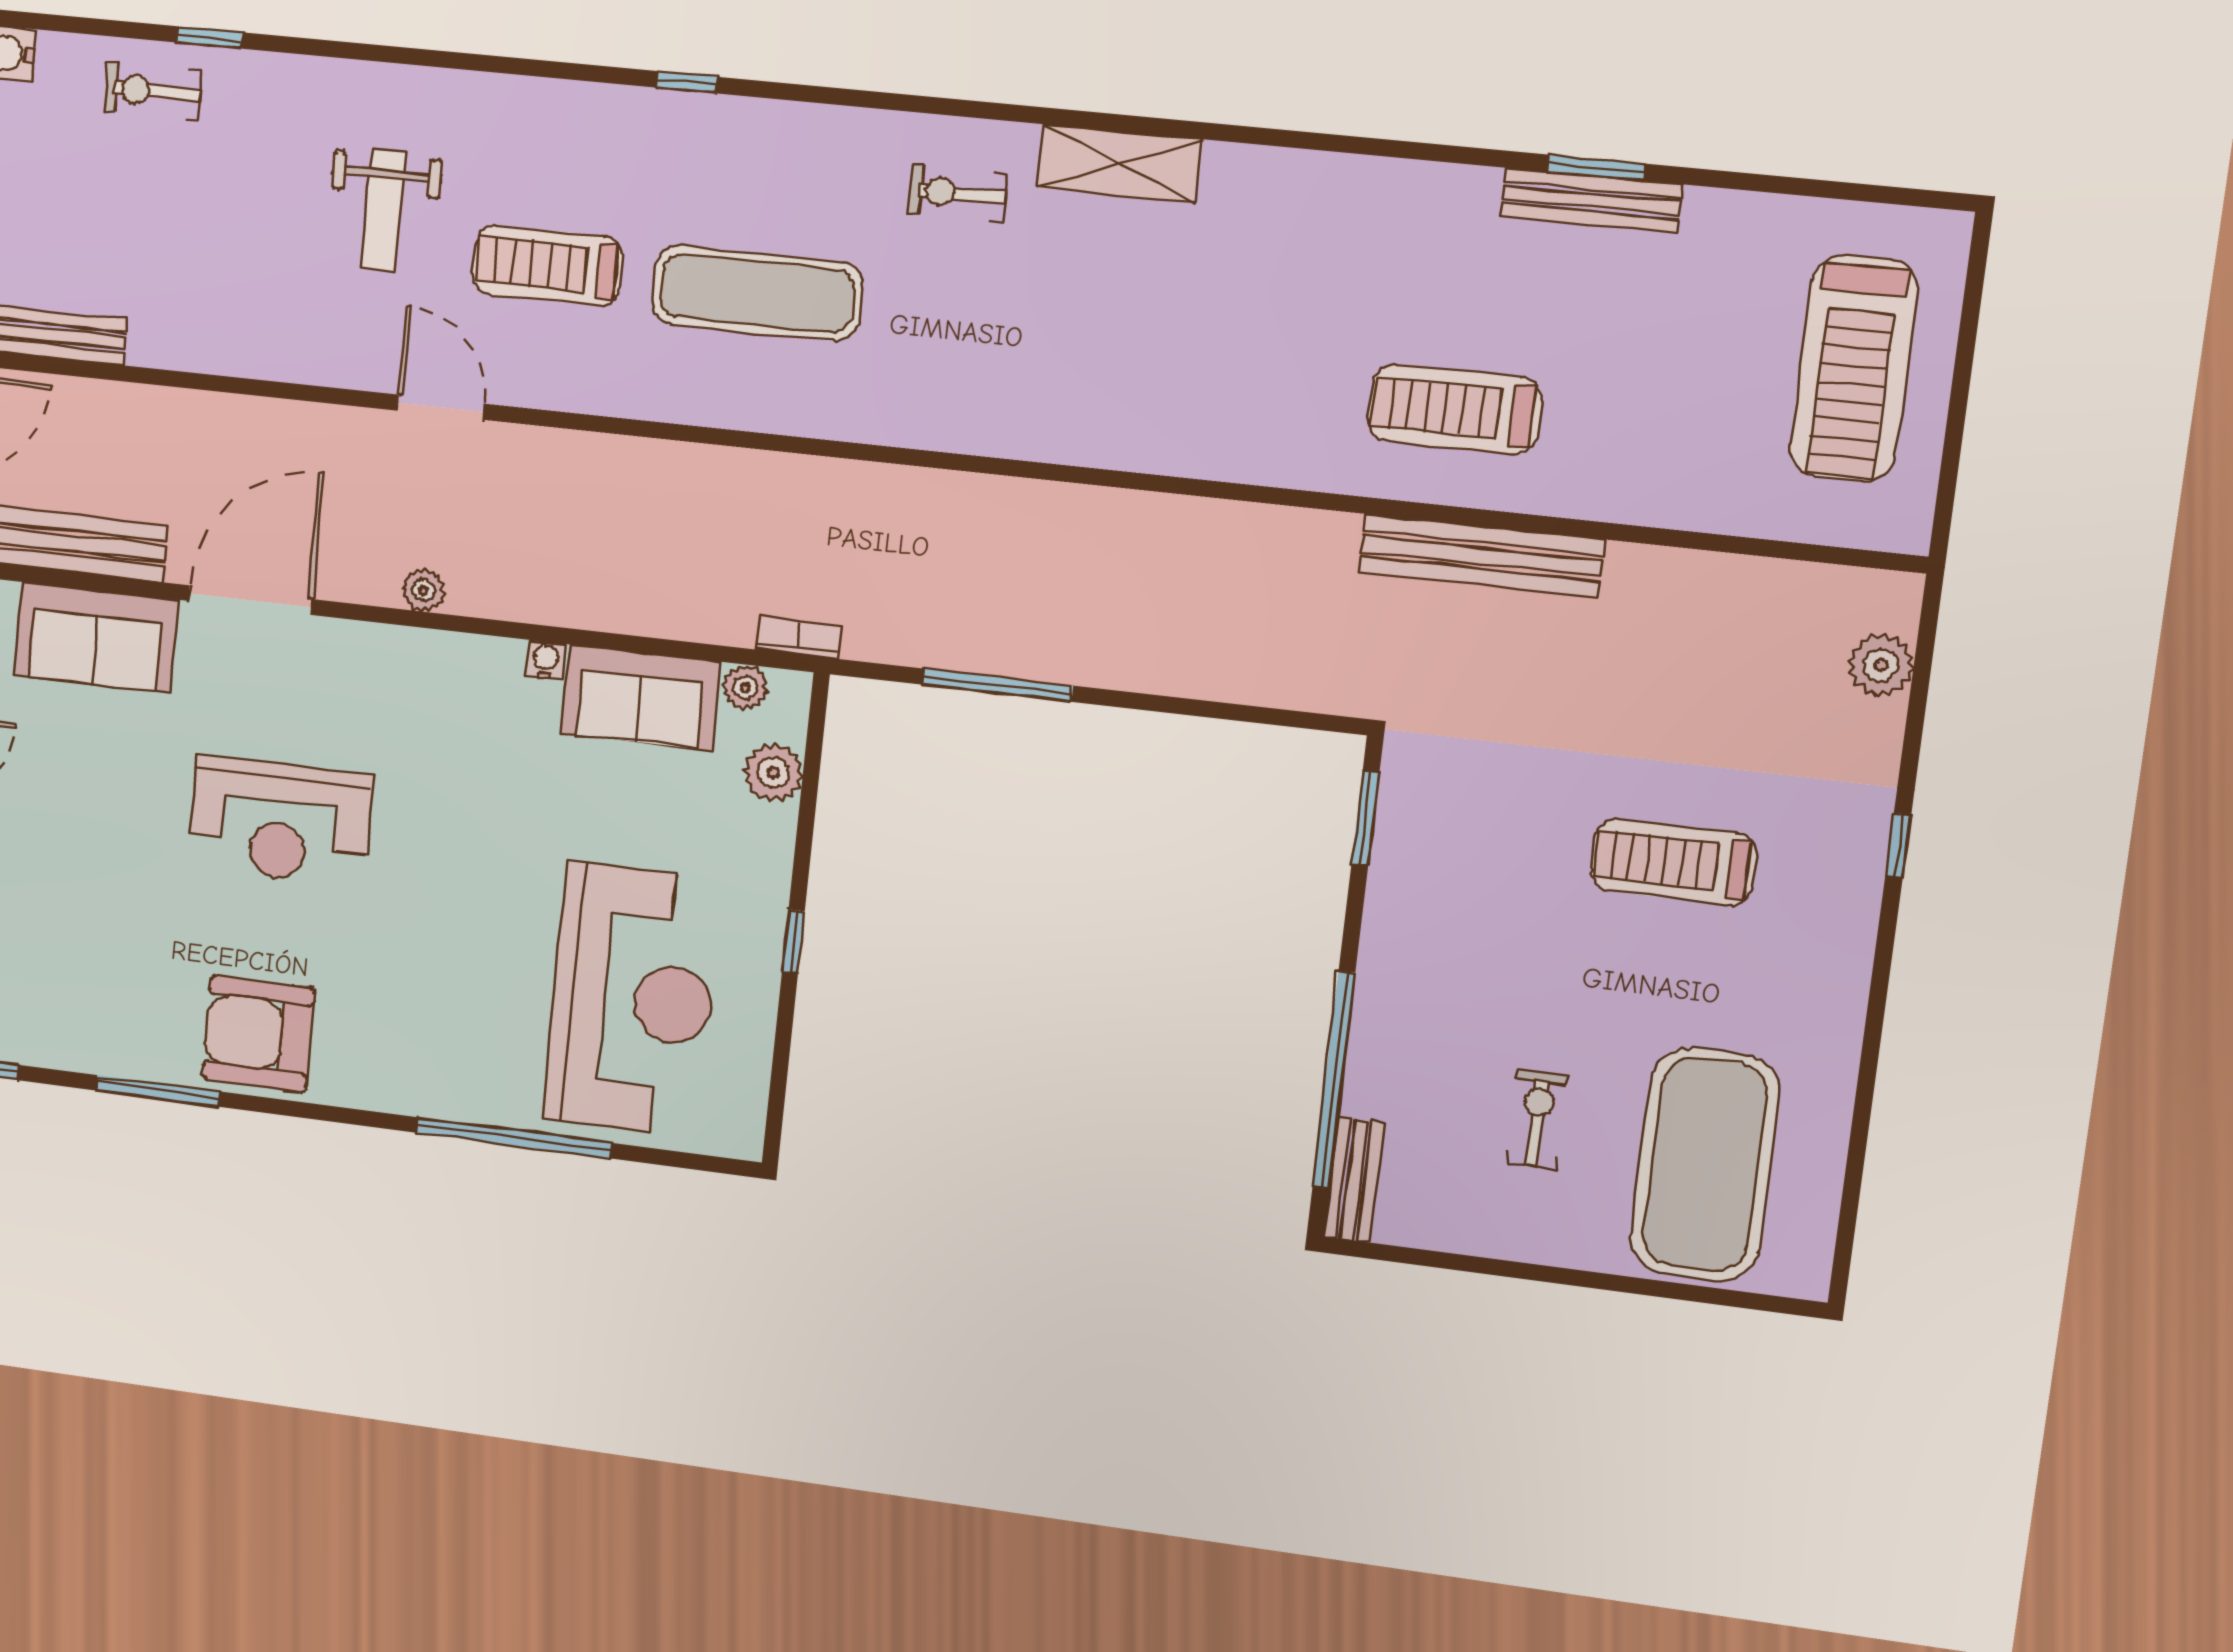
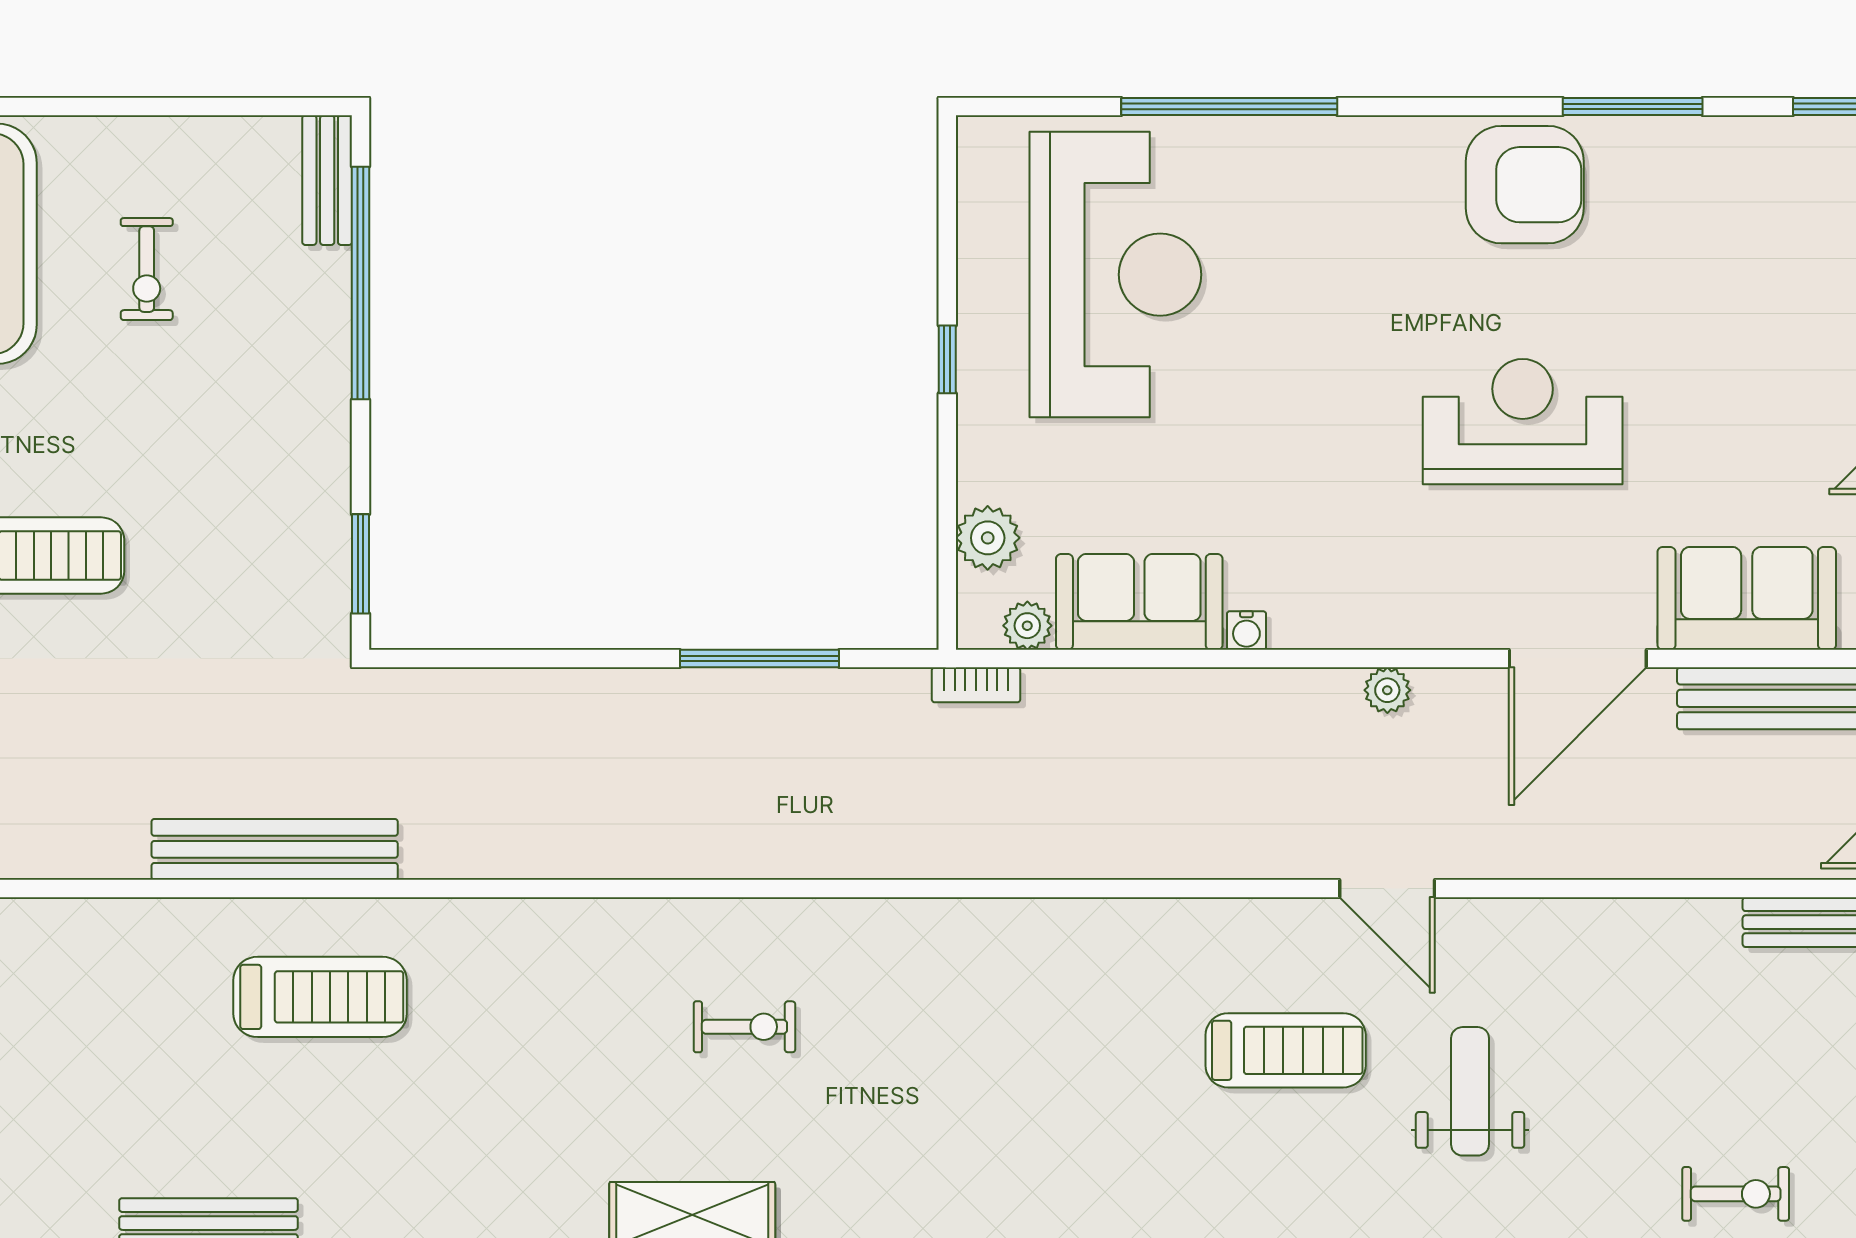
exercise bike: (958, 193) -> (744, 1027), moved
exercise mat: (757, 293) -> (1058, 1043), removed
reception desk: (632, 1000) -> (1115, 275), turned 180

